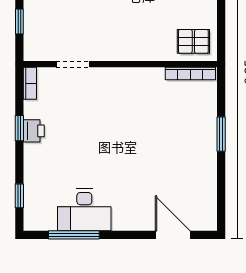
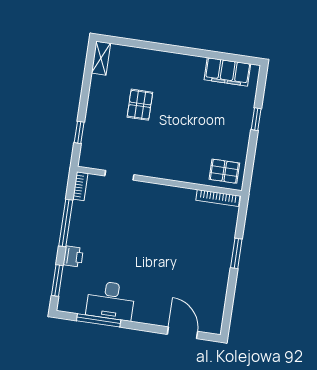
window: (19, 128) -> (66, 223), width x2.17
printer: (34, 131) -> (73, 257), moved
window: (19, 196) -> (57, 281), width x1.50

